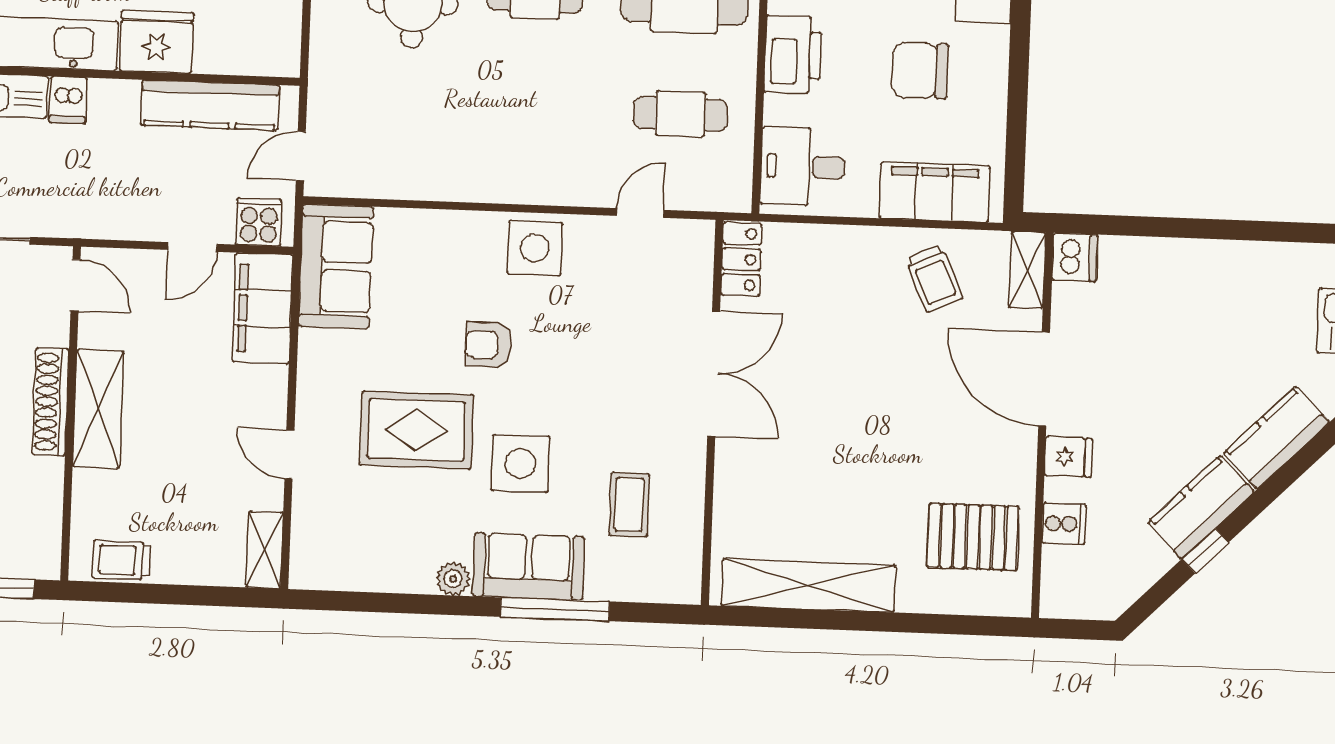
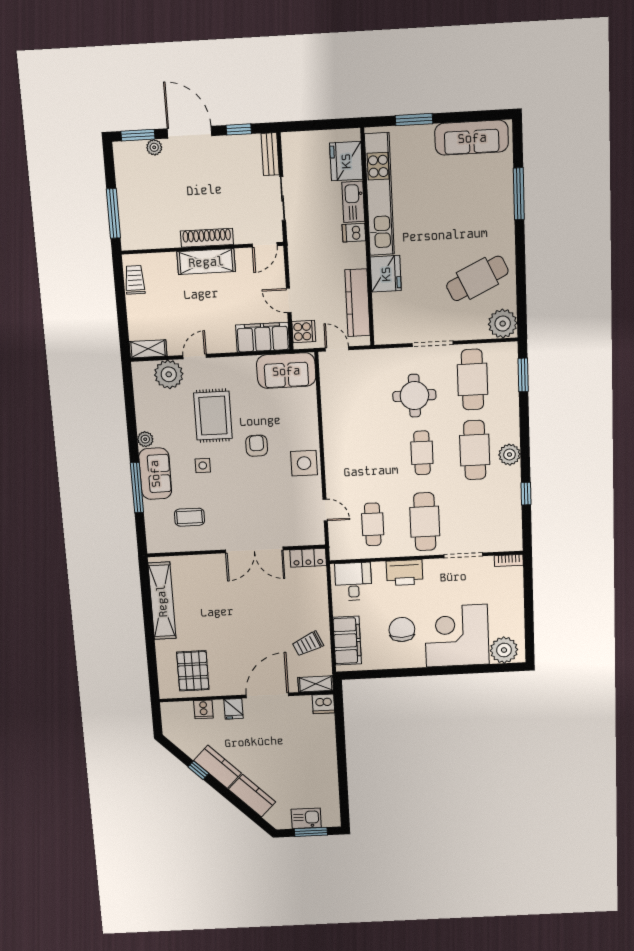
side table: (520, 463) -> (203, 465), width x0.54, depth x0.54
plant: (321, 513) -> (169, 374), added

